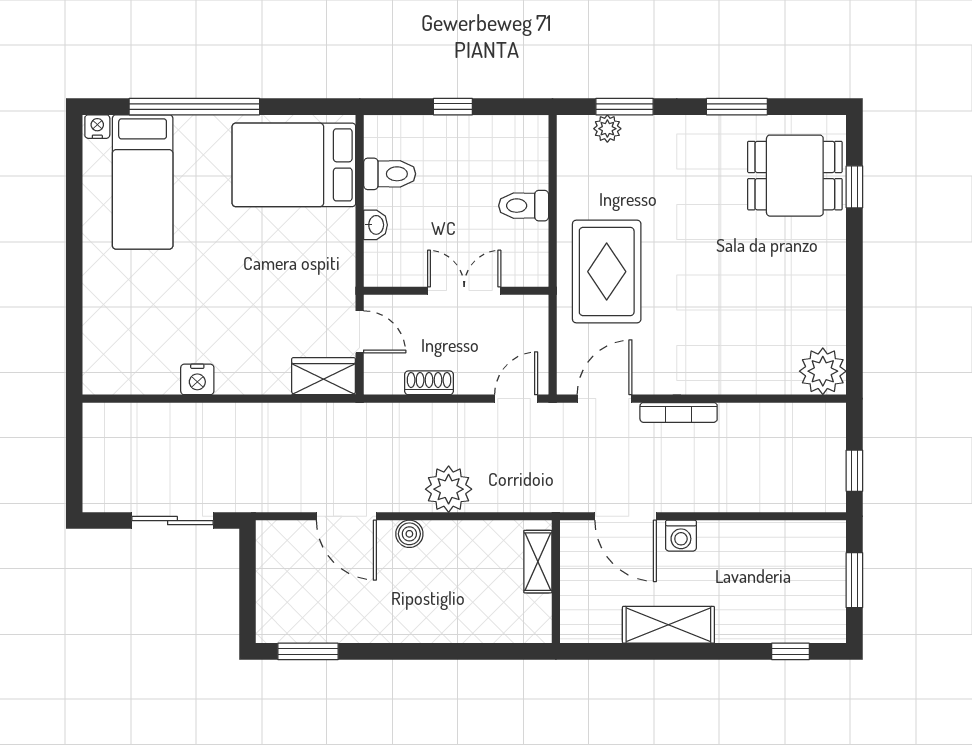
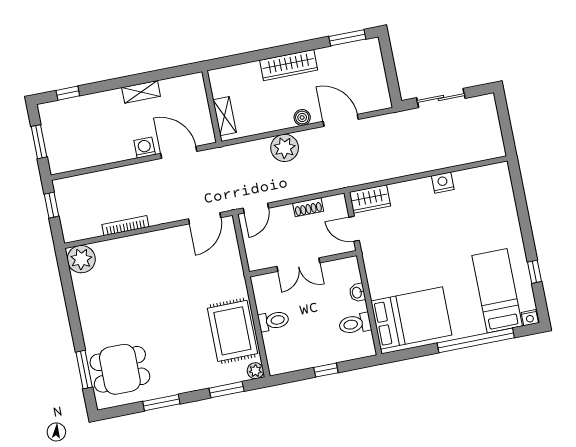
plant: (607, 129) -> (255, 371), moved
window: (854, 187) -> (84, 370), width x1.50
window: (74, 201) -> (534, 272), added
rug: (607, 272) -> (232, 331), moved
bookcase: (679, 412) -> (125, 226), moved
wardrobe: (415, 625) -> (289, 65), added
shelving: (668, 625) -> (141, 92), width x0.67, depth x0.75

